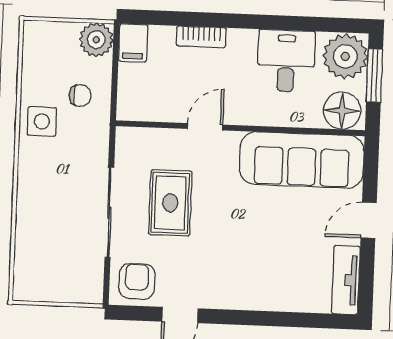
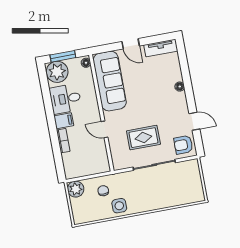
filing cabinet: (133, 43) -> (64, 121), moved
floor lamp: (342, 111) -> (86, 63), width x0.53, depth x0.53
floor lamp: (258, 301) -> (180, 87), added

